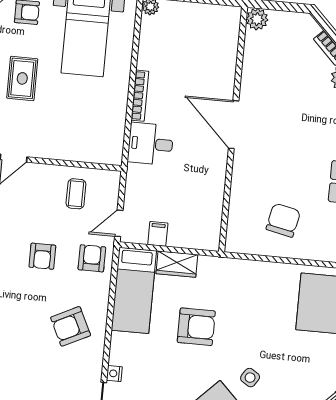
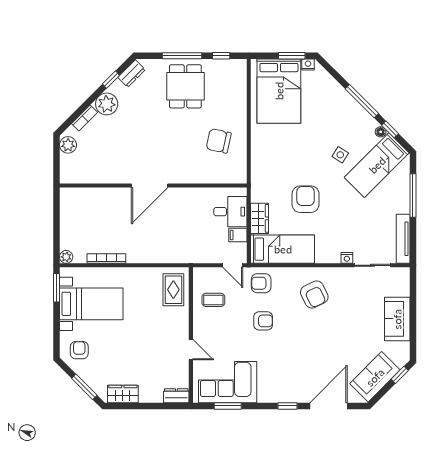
plant: (257, 19) -> (68, 145), moved
rug: (22, 78) -> (173, 290), moved, turned 90
bookcase: (140, 96) -> (106, 258), moved
desk: (151, 144) -> (230, 212), moved, turned -90

